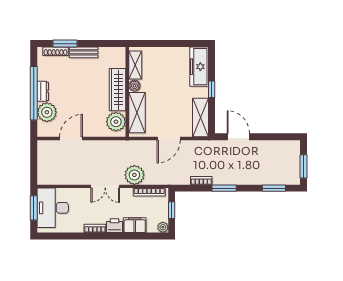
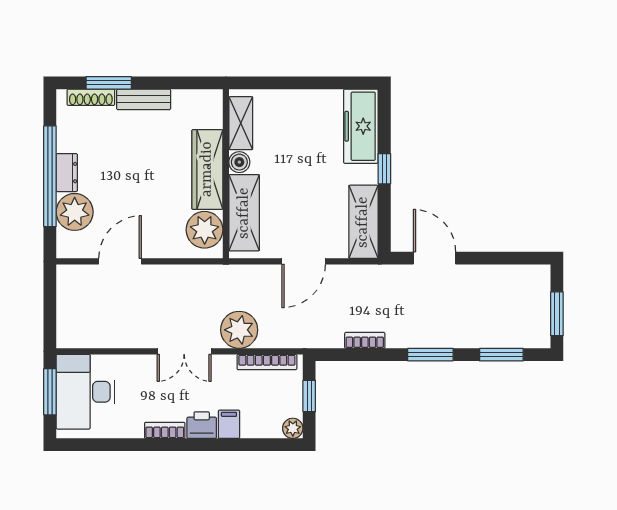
window: (224, 188) -> (430, 355), moved
filing cabinet: (135, 225) -> (229, 424), width x0.50

